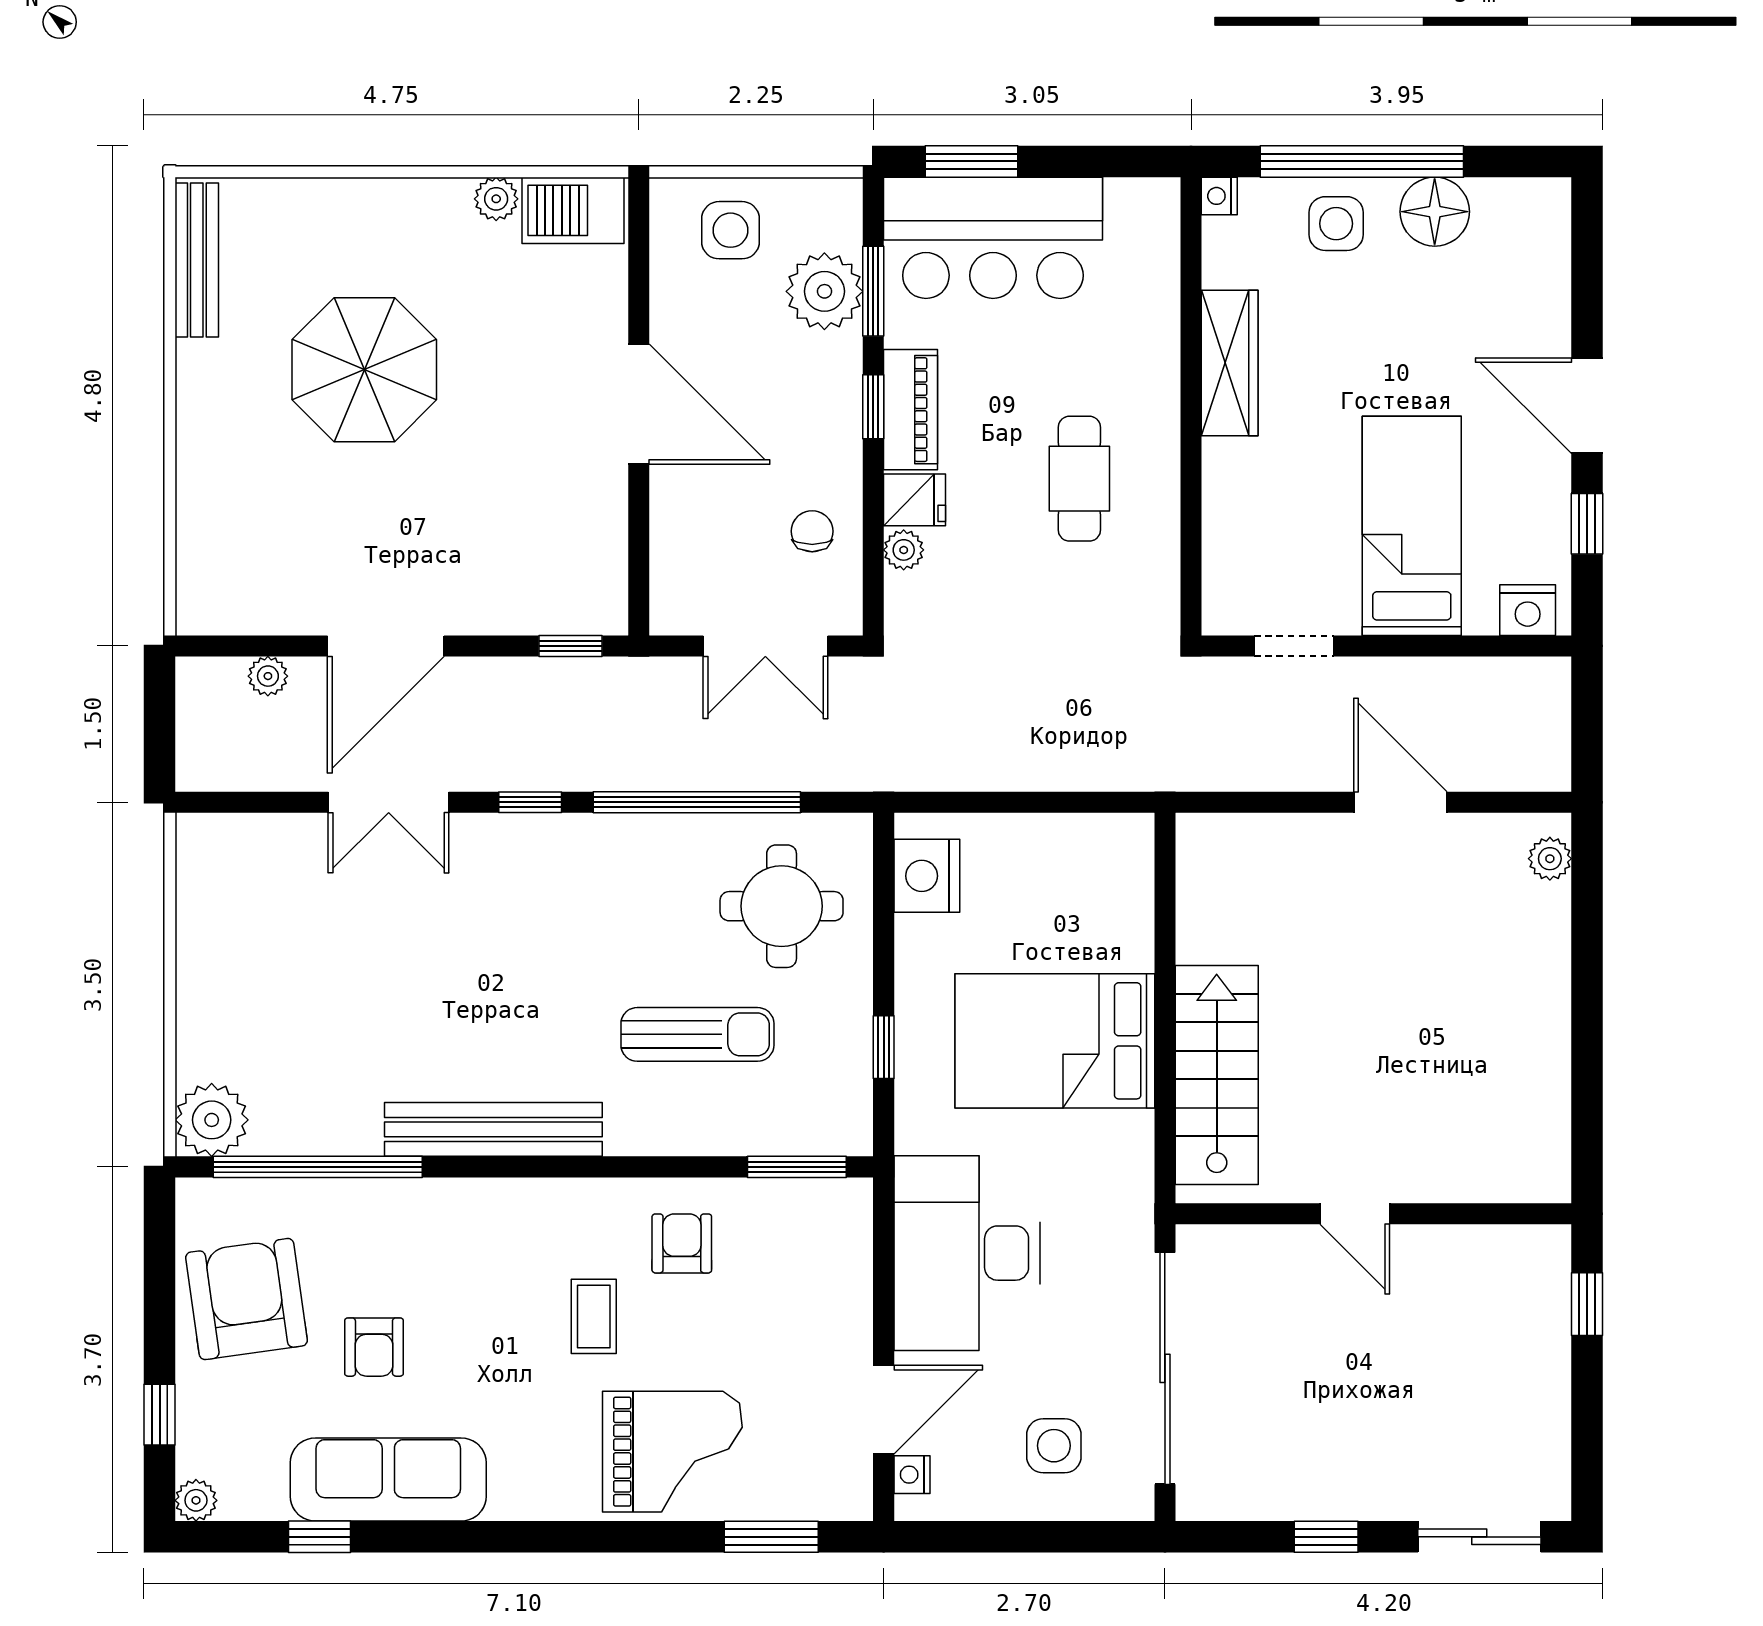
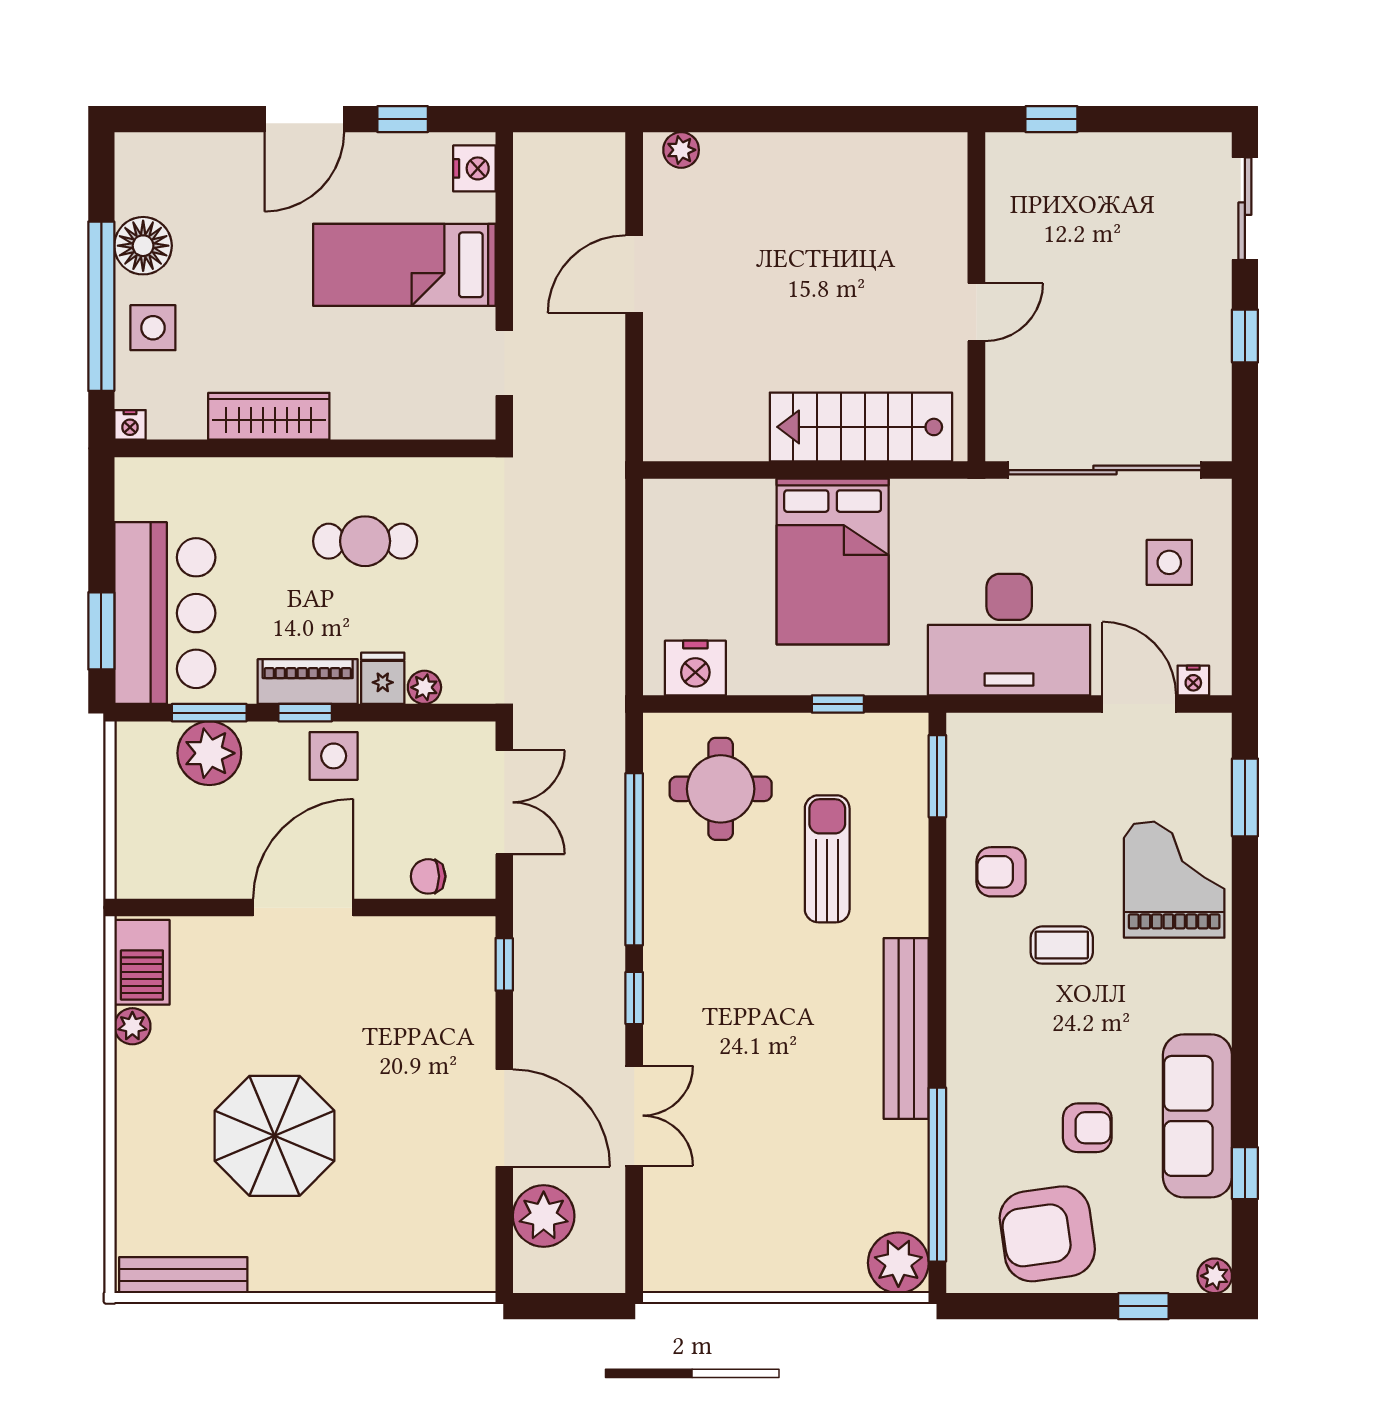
side table: (731, 230) -> (334, 756), moved
chair: (812, 531) -> (428, 876), moved
plant: (268, 676) -> (544, 1216), width x1.88, depth x1.88

